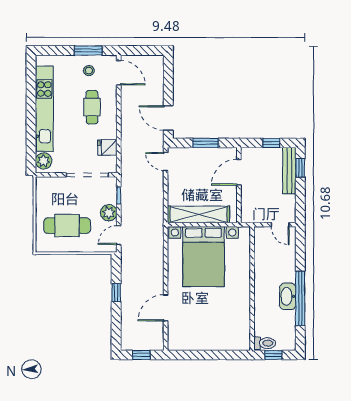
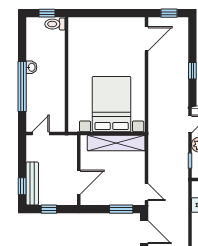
window: (206, 143) -> (121, 209), moved
door: (280, 225) -> (41, 134), hinge flipped
washbasin: (288, 296) -> (31, 67), width x0.52, depth x0.69
window: (300, 298) -> (22, 86), moved
door: (166, 308) -> (147, 39), moved

